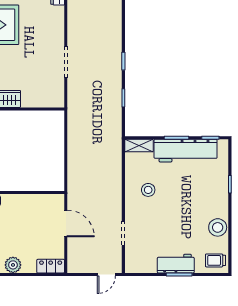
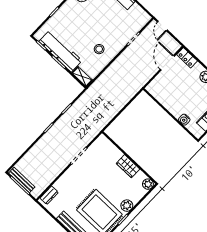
door: (66, 224) -> (167, 63), moved
door: (106, 274) -> (162, 26), swing flipped

